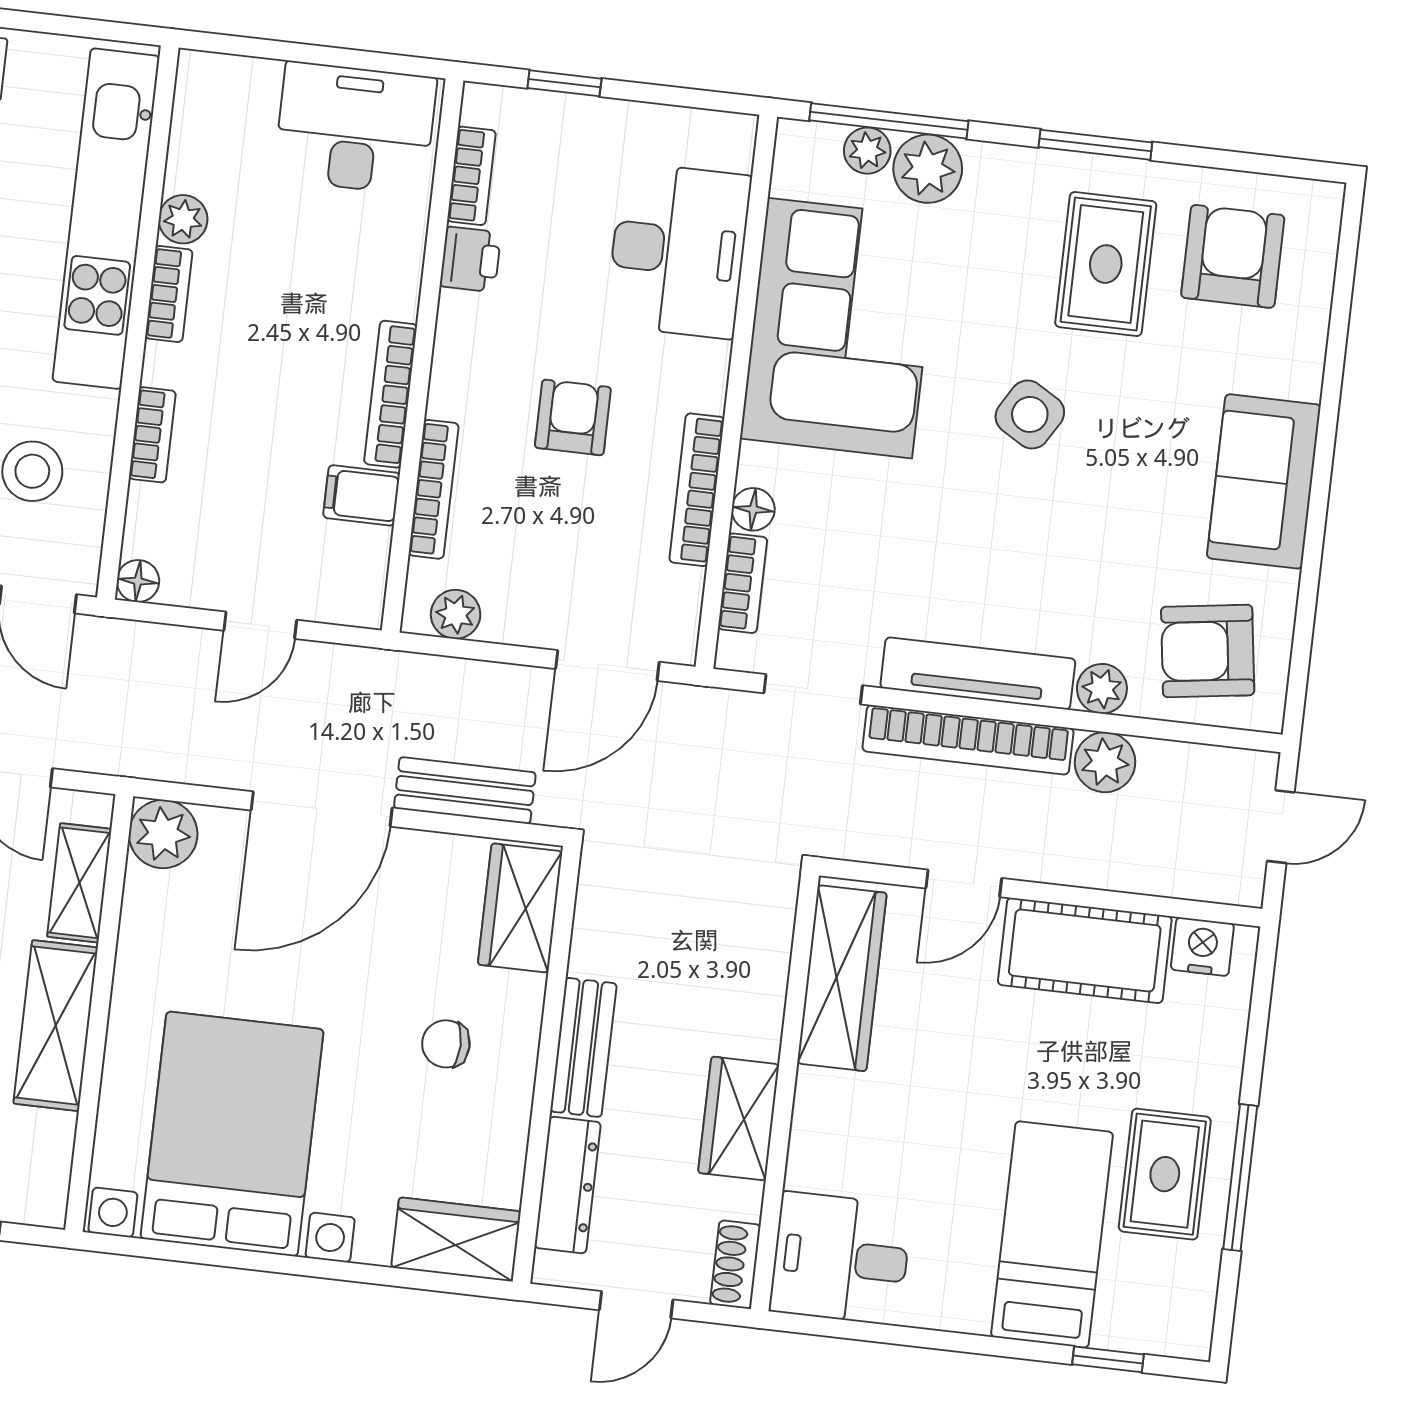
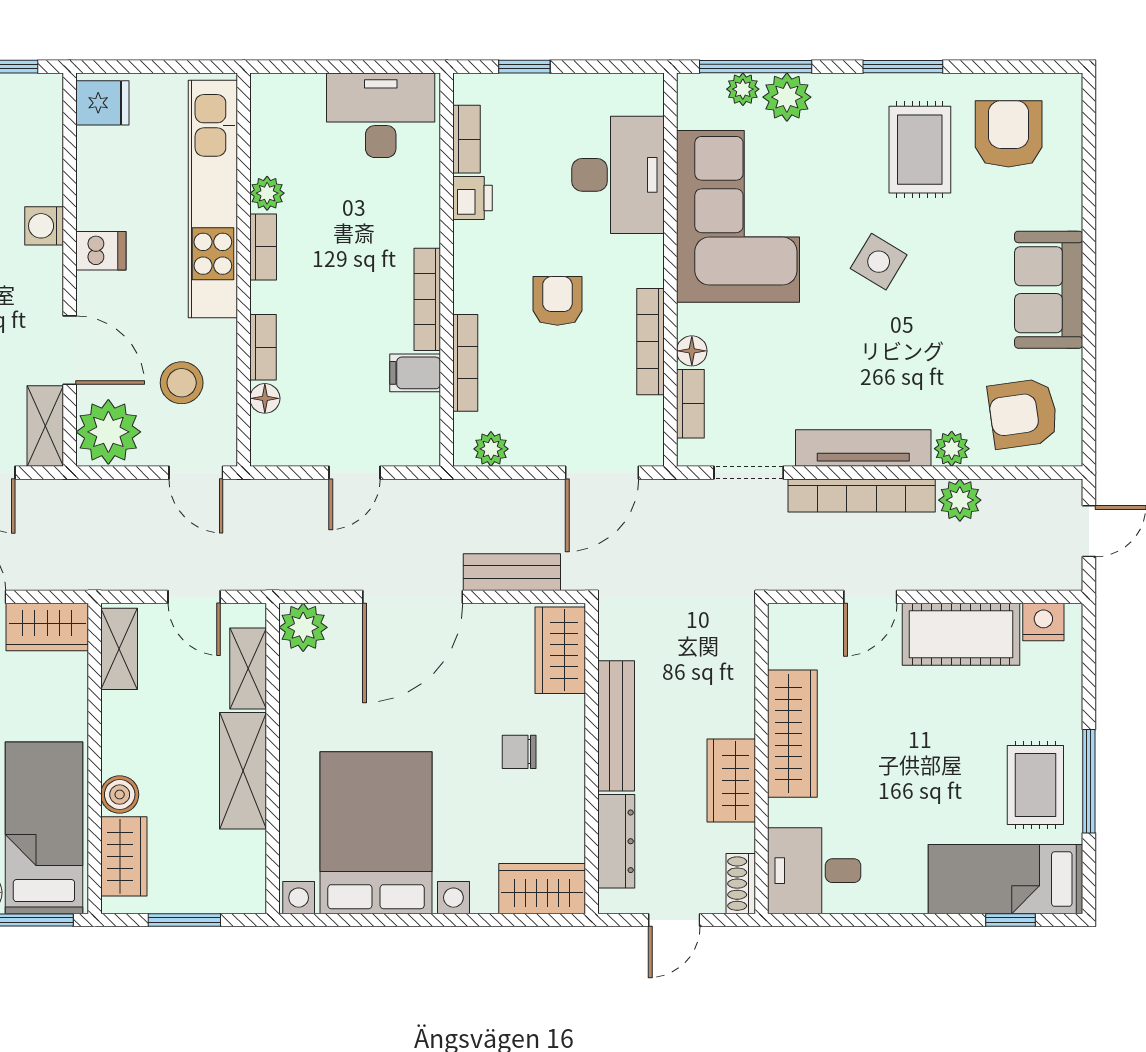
floor lamp: (138, 581) -> (265, 398), moved
wardrobe: (842, 978) -> (792, 734), moved
bench: (583, 1047) -> (616, 726), width x1.36
bed: (1052, 1234) -> (1005, 879), moved, turned -90

